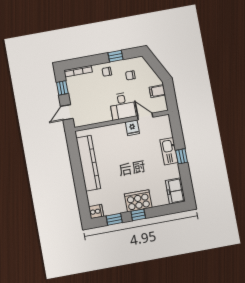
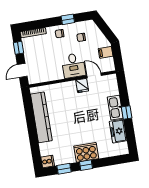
freezer: (175, 191) -> (118, 131), moved

